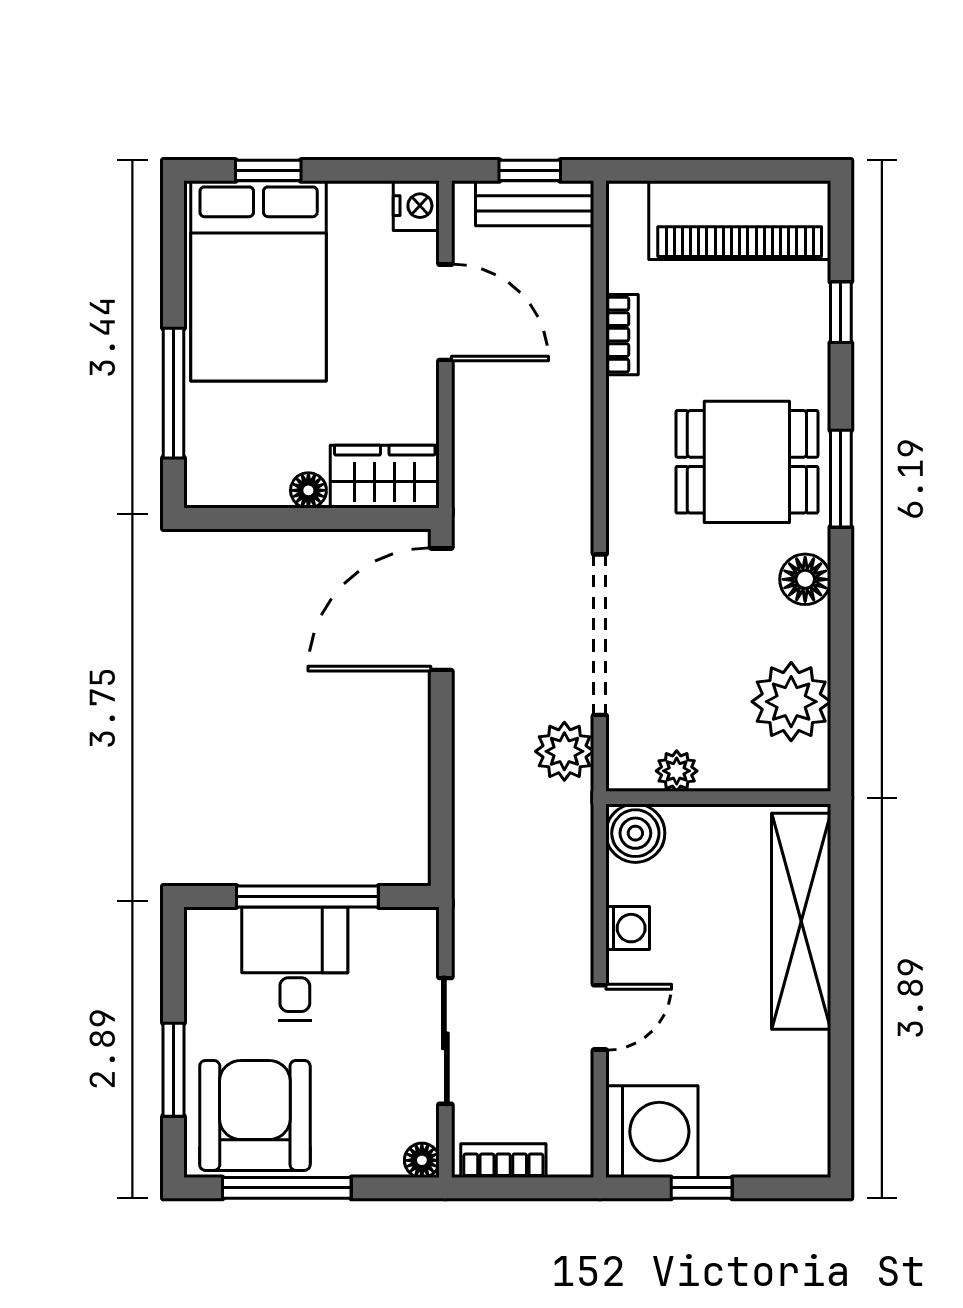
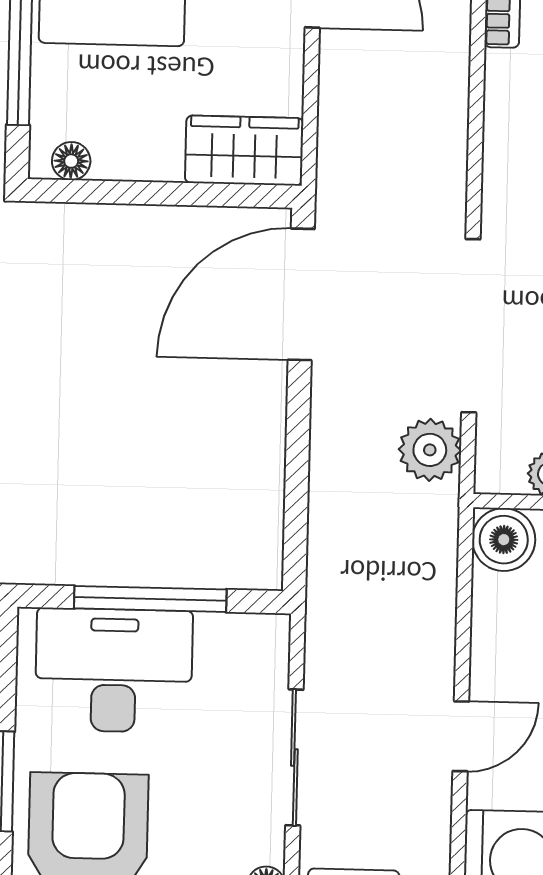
floor lamp: (308, 490) -> (71, 161), moved
washing machine: (628, 928) -> (493, 641), removed
desk: (295, 964) -> (114, 670), width x1.37

